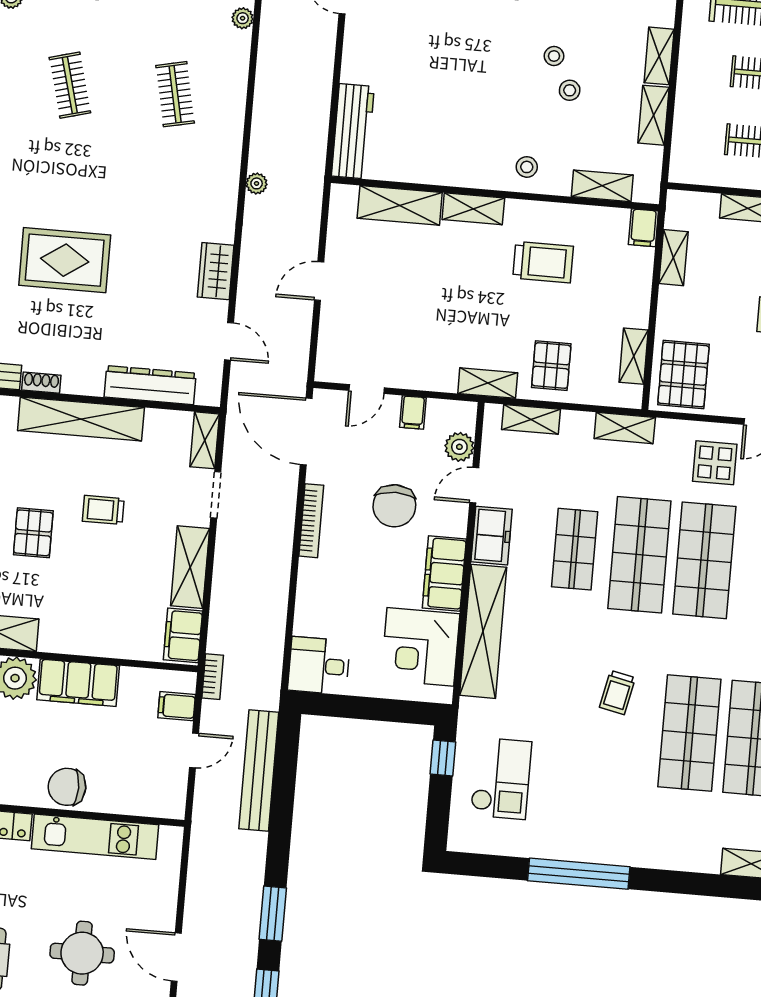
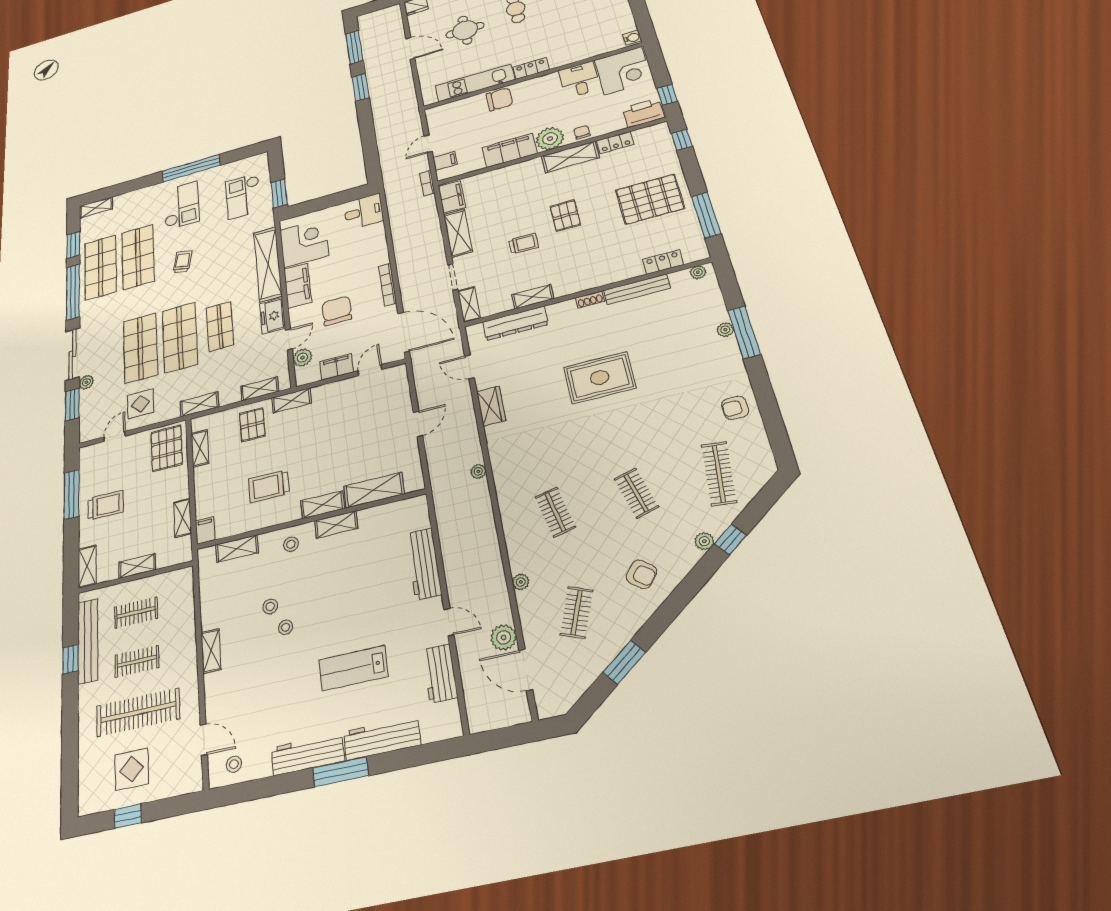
shelving: (653, 115) -> (336, 525), moved, turned 90
workbench: (353, 131) -> (424, 564), moved
filing cabinet: (413, 412) -> (337, 367), width x2.00
shelving: (81, 419) -> (533, 297), width x0.45, depth x0.75
window: (443, 758) -> (279, 193), width x1.50
bench: (259, 770) -> (386, 148), removed
checkout: (605, 804) -> (181, 206), added

